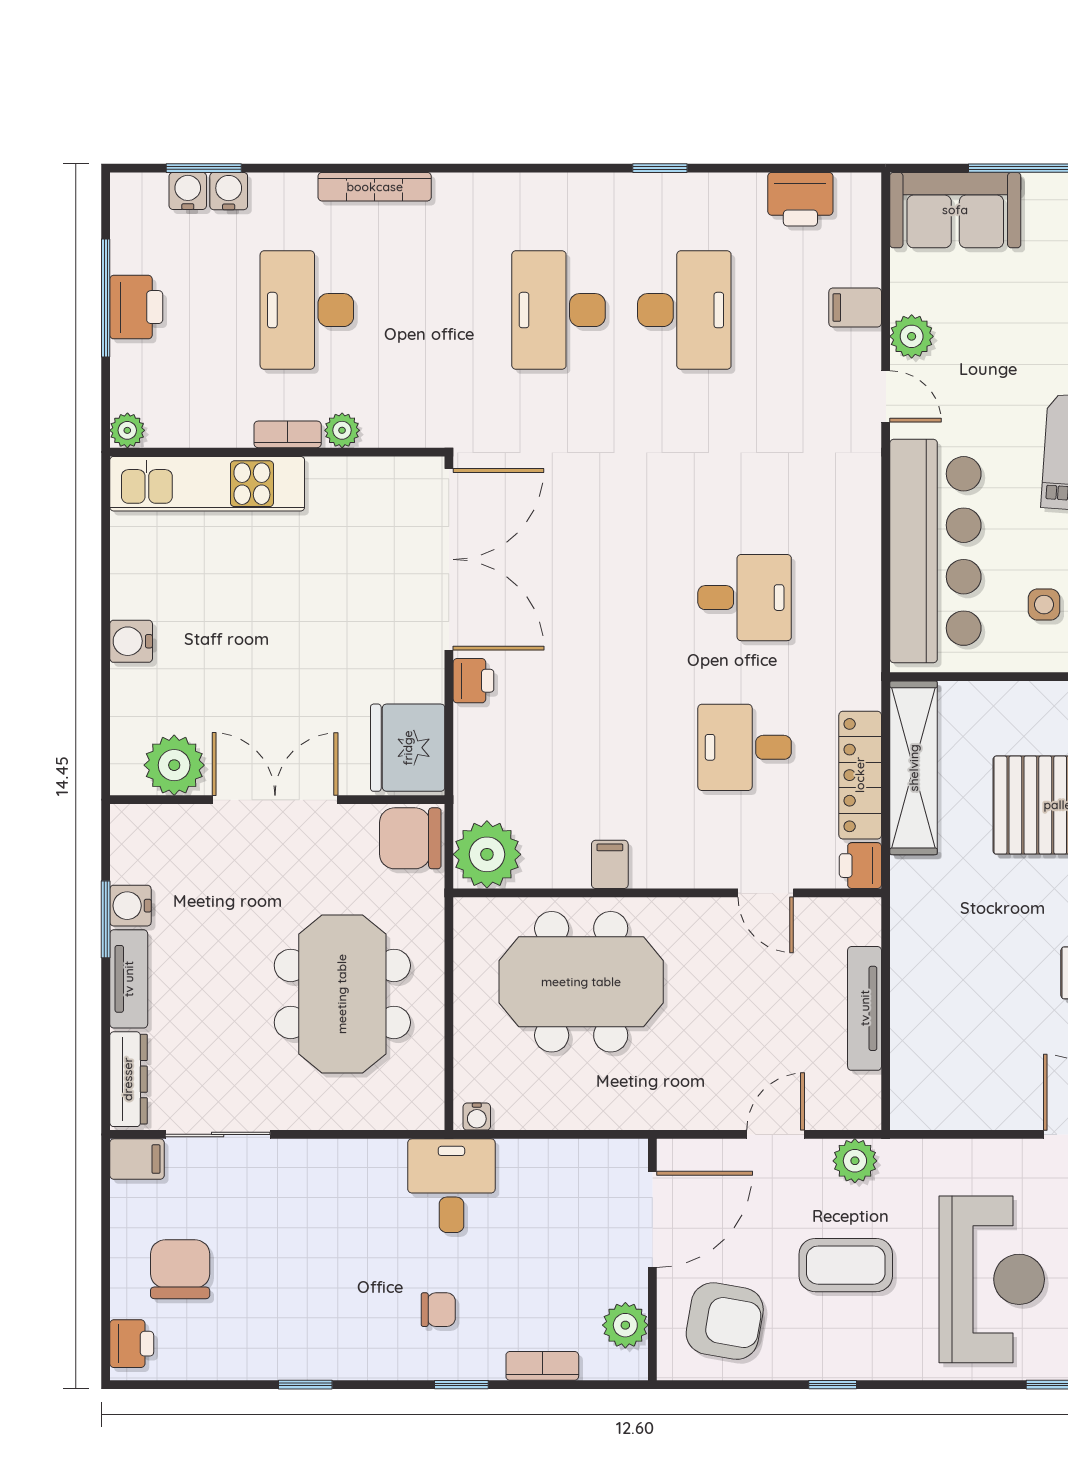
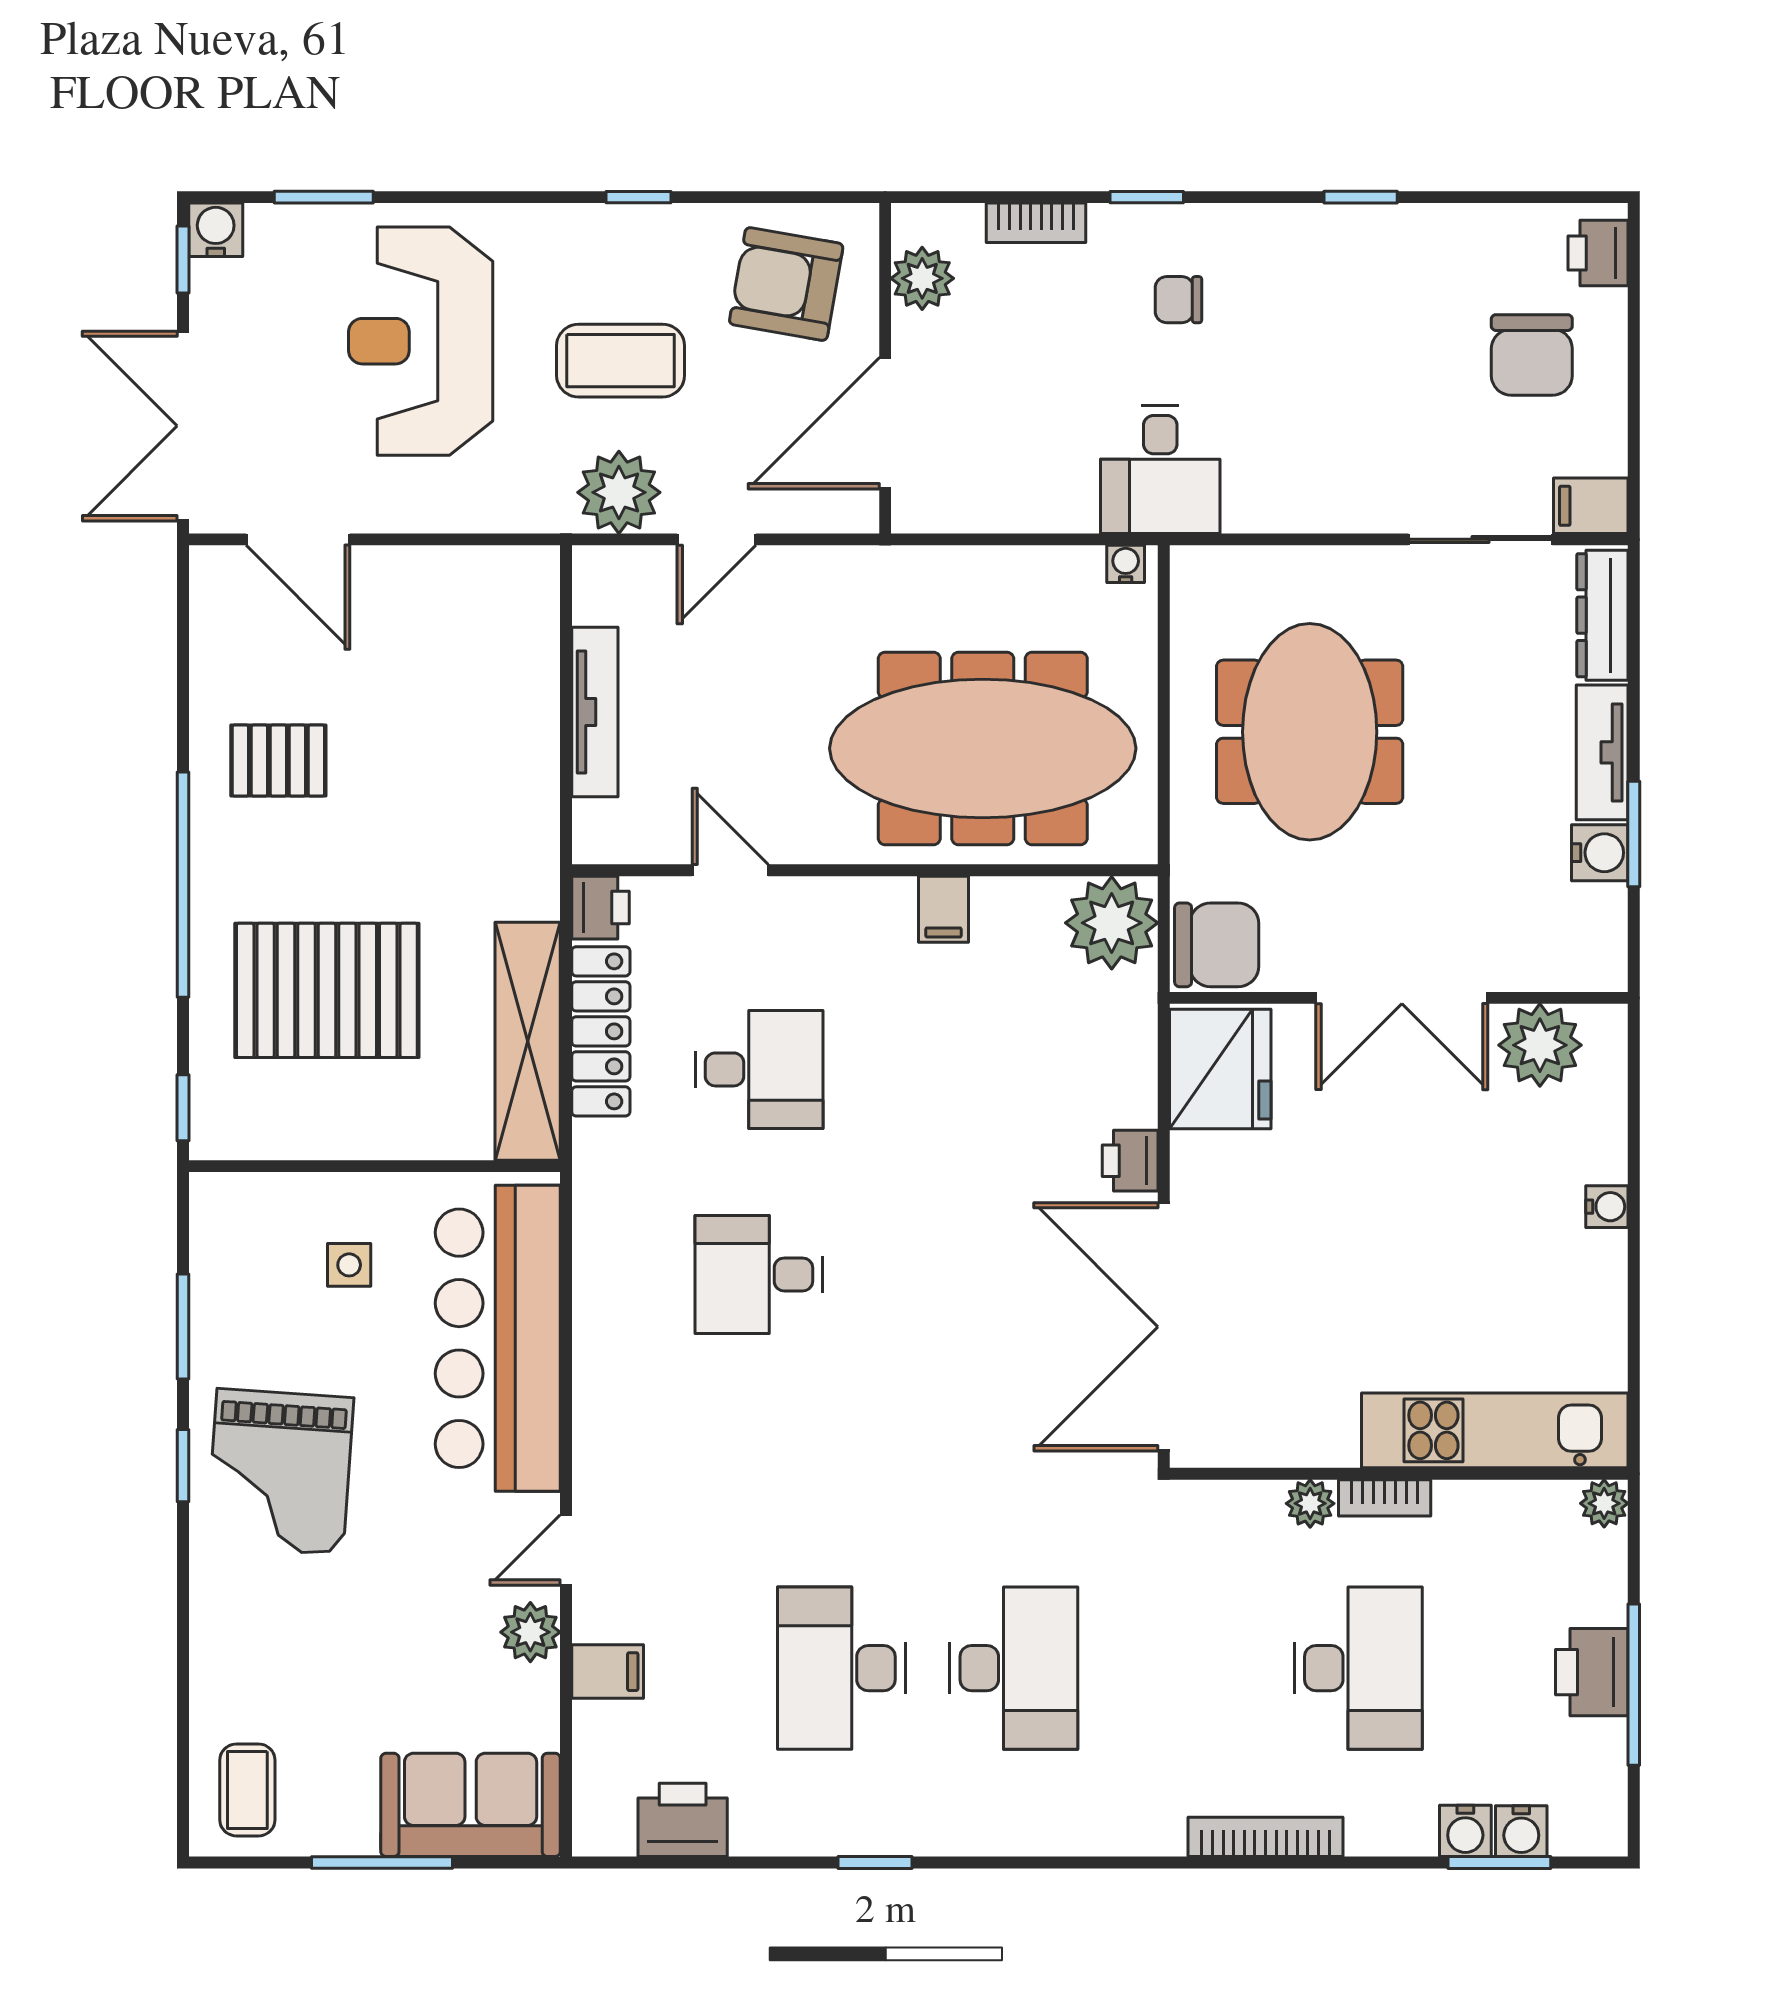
door: (886, 396) -> (566, 1550), hinge flipped
water cooler: (131, 641) -> (1607, 1207), width x0.72, depth x0.72
meeting table: (581, 982) -> (983, 748), width x1.36
plant: (855, 1161) -> (619, 492), width x1.36, depth x1.36

